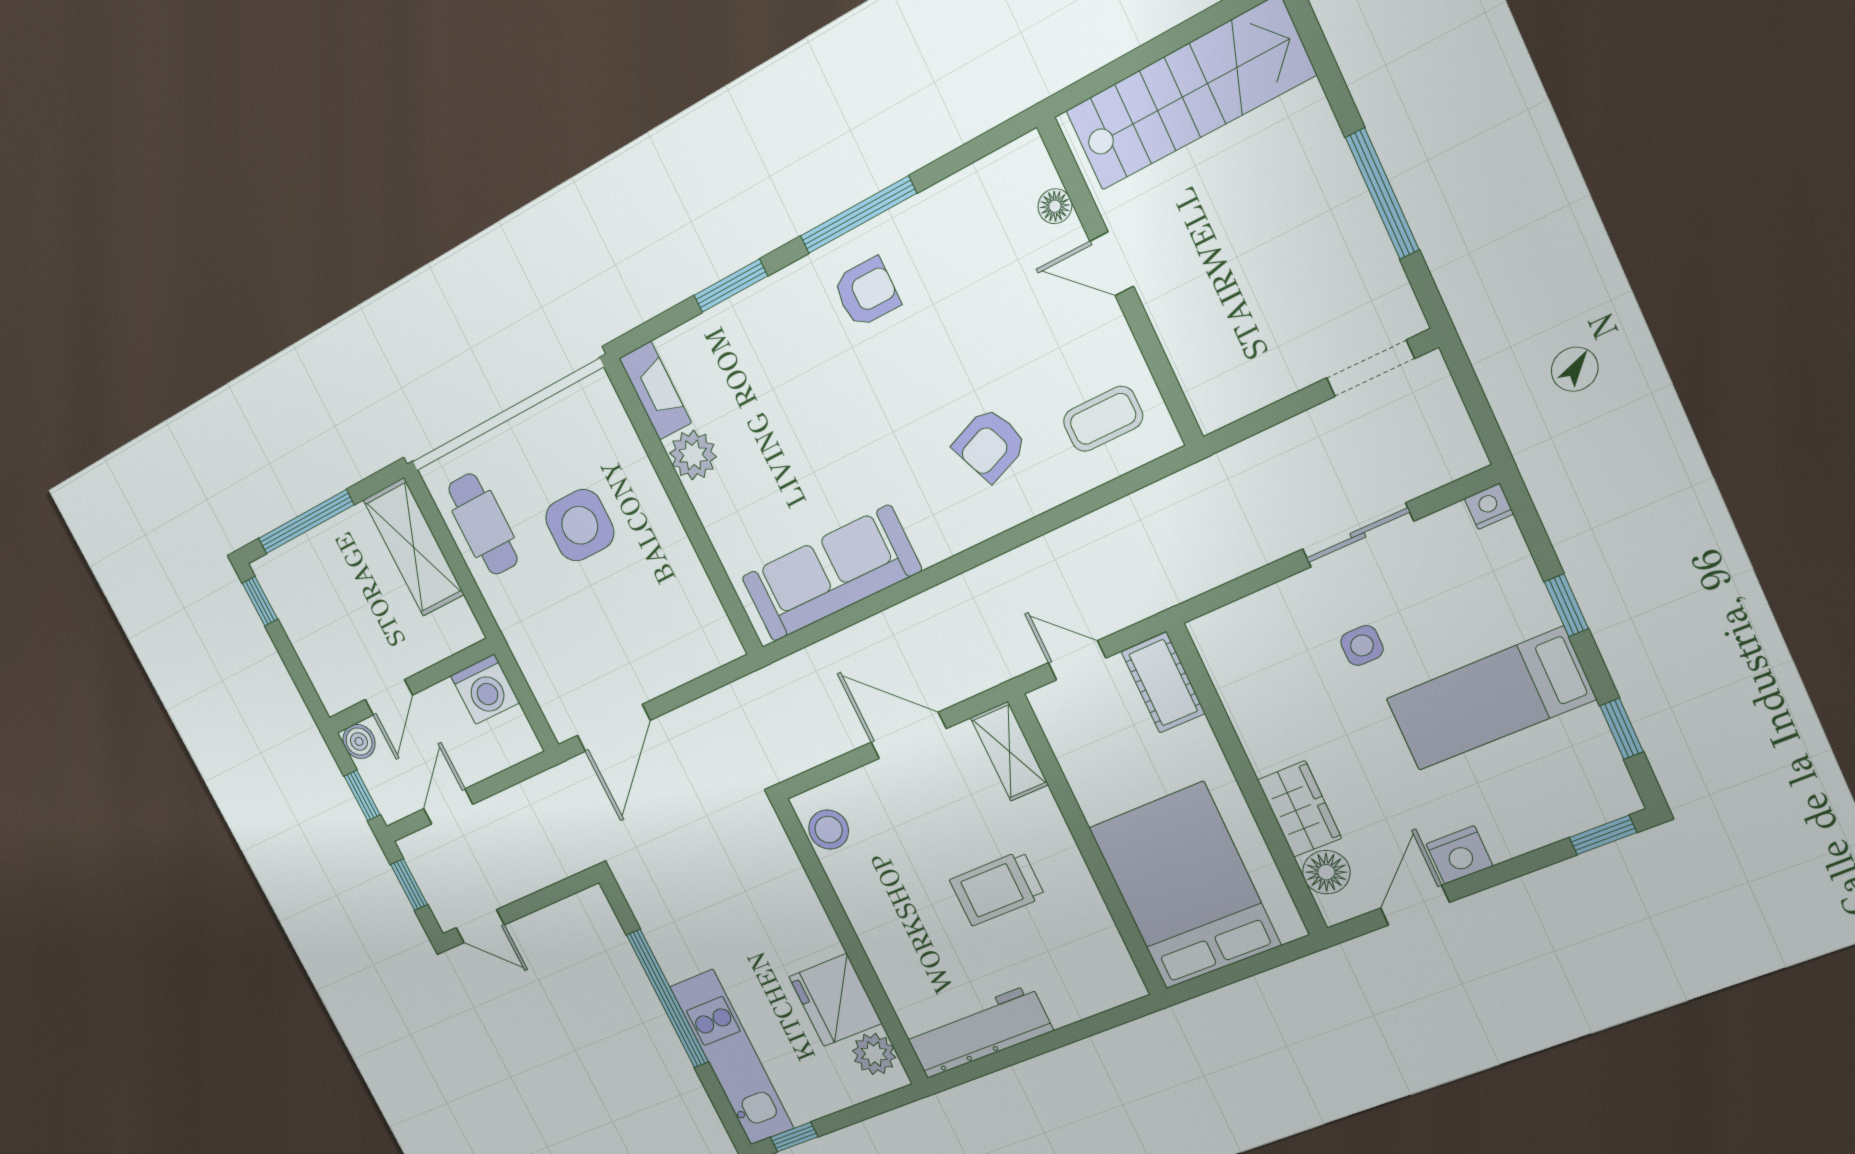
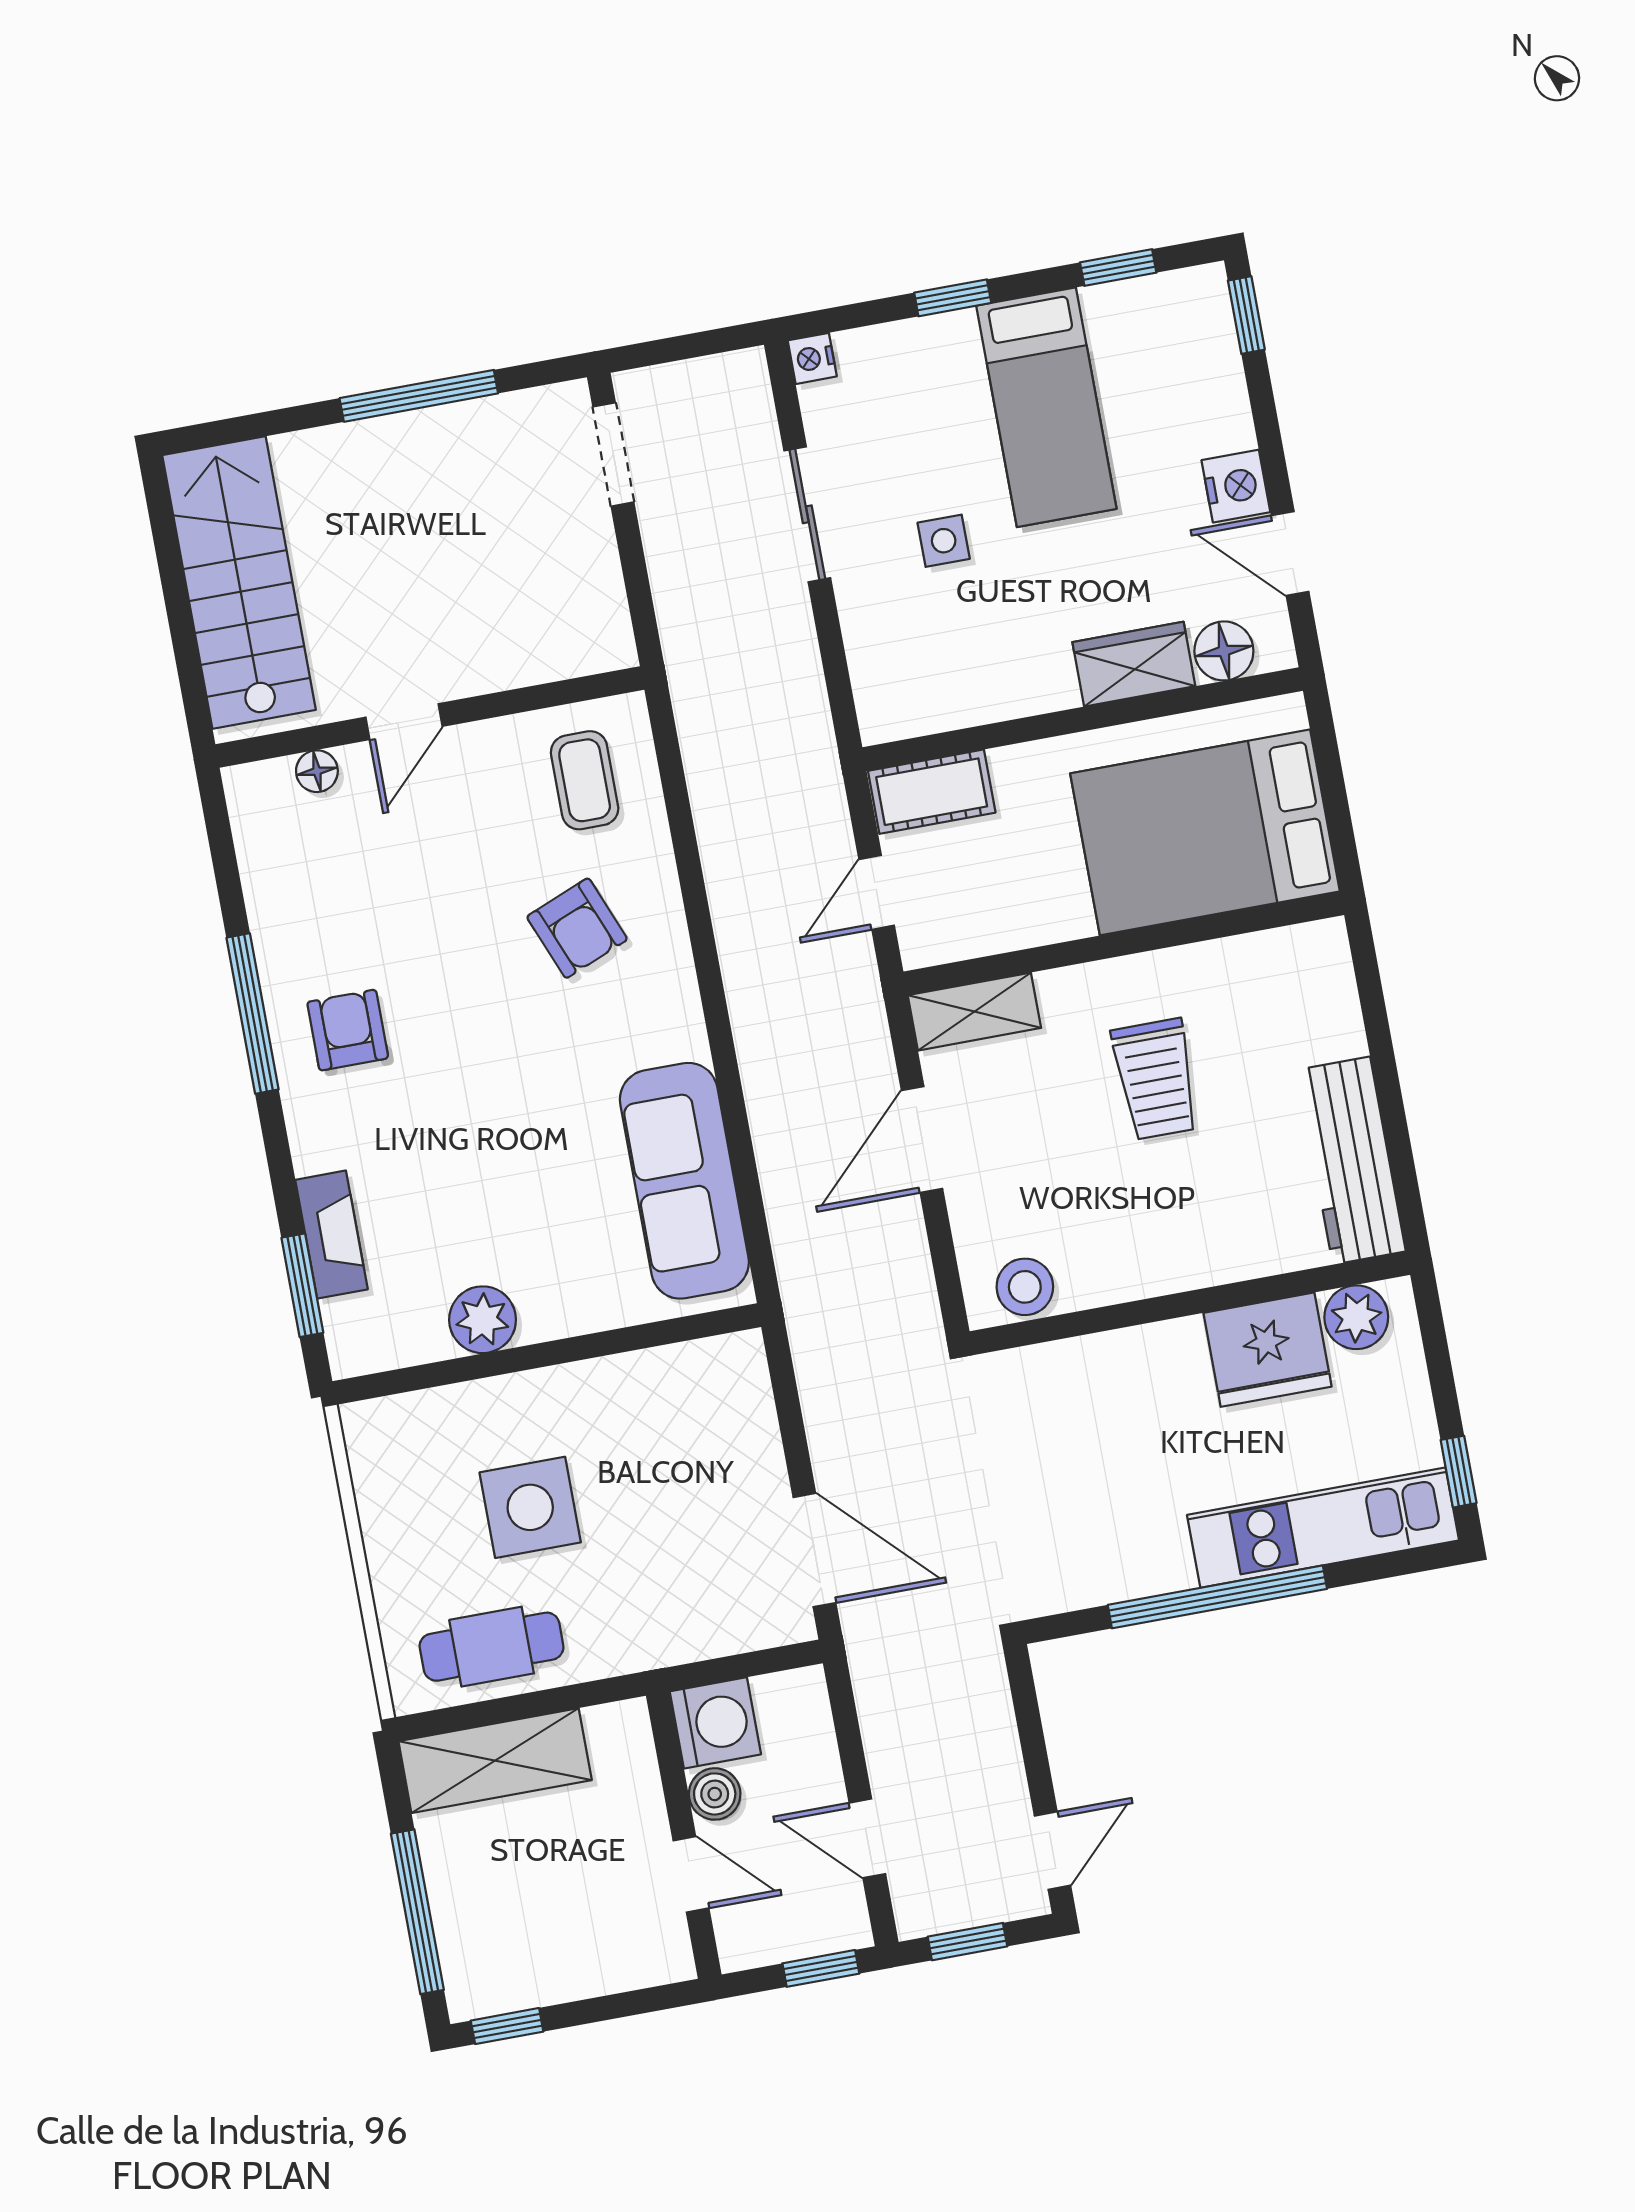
window: (731, 286) -> (302, 1285), moved
fireplace: (655, 391) -> (332, 1235), moved, turned 90
boiler: (359, 741) -> (715, 1794), moved

